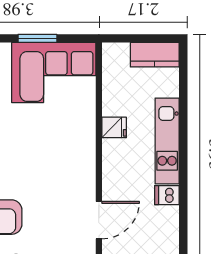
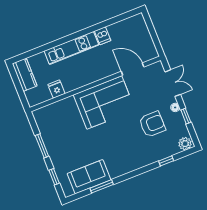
corner sofa: (54, 73) -> (104, 102), moved, turned 90
fridge: (114, 127) -> (56, 89), moved

